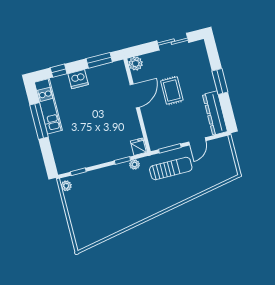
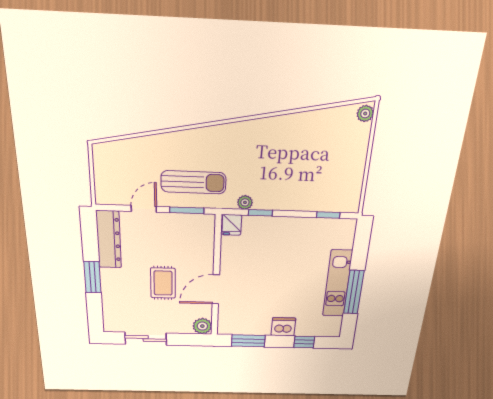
kitchen unit: (48, 106) -> (337, 284), moved
sun lounger: (171, 168) -> (193, 182), turned 180
plant: (66, 186) -> (365, 114), moved

